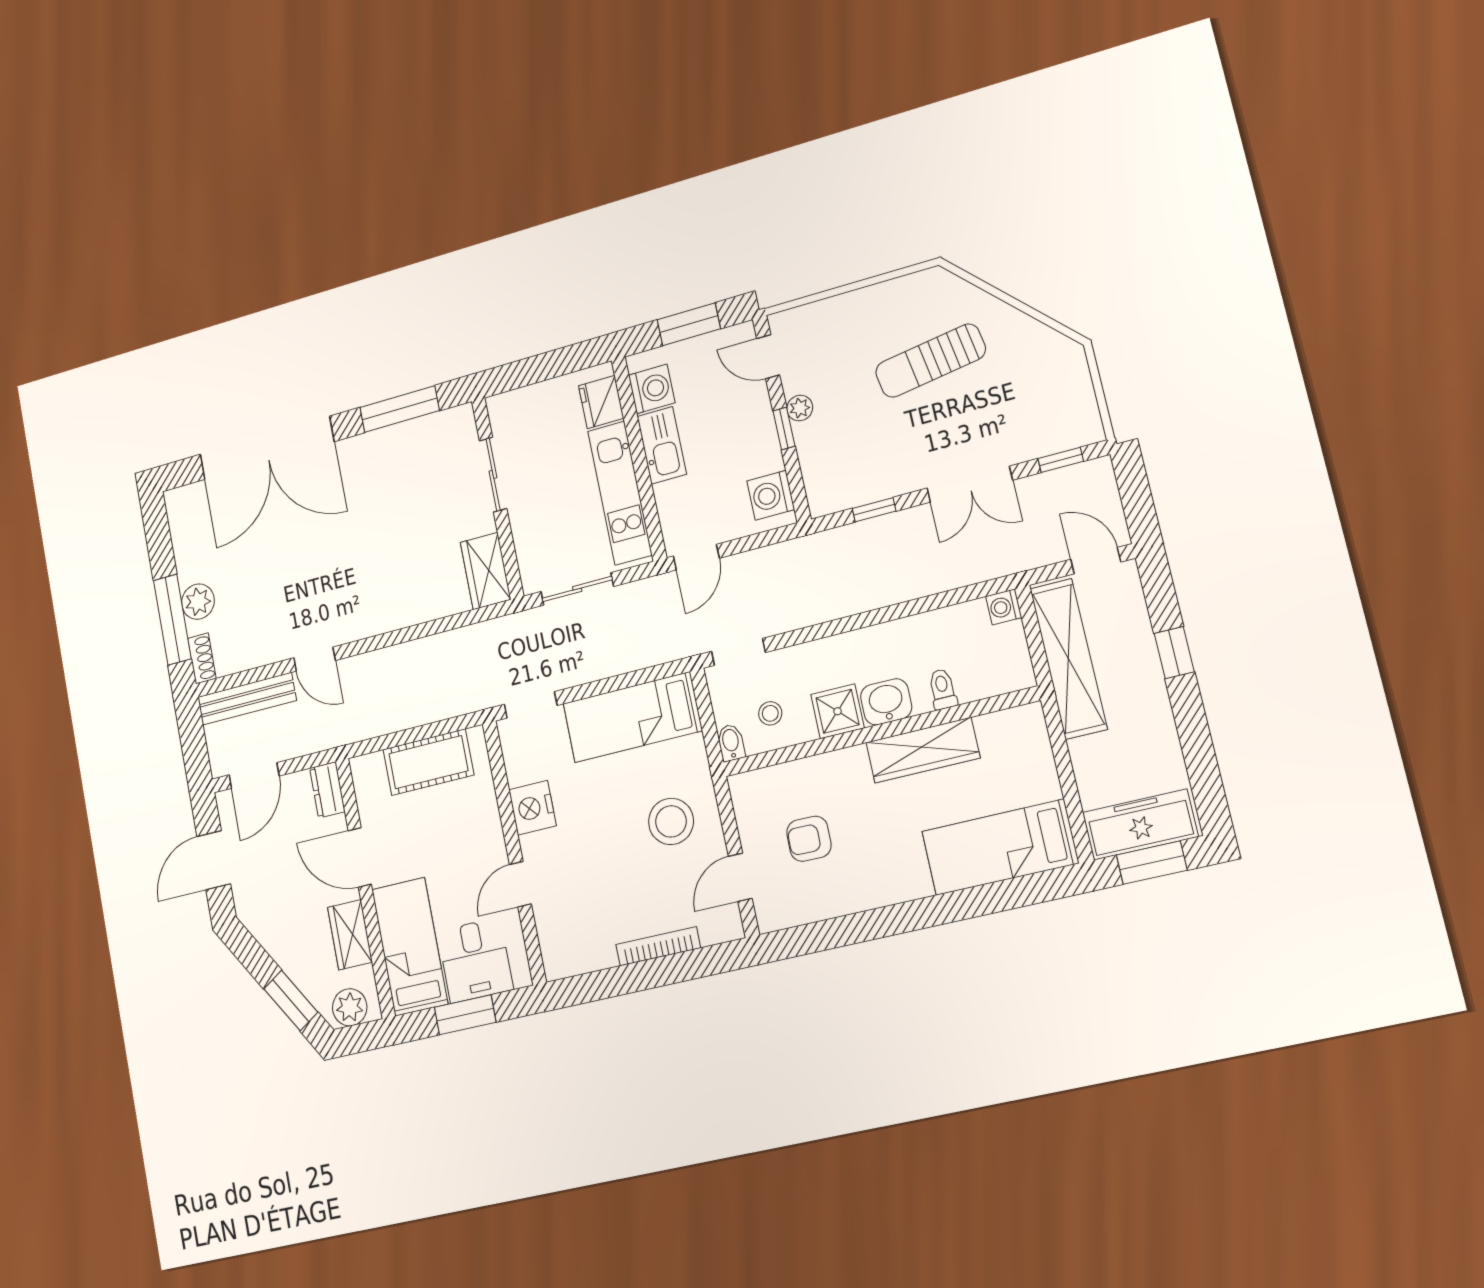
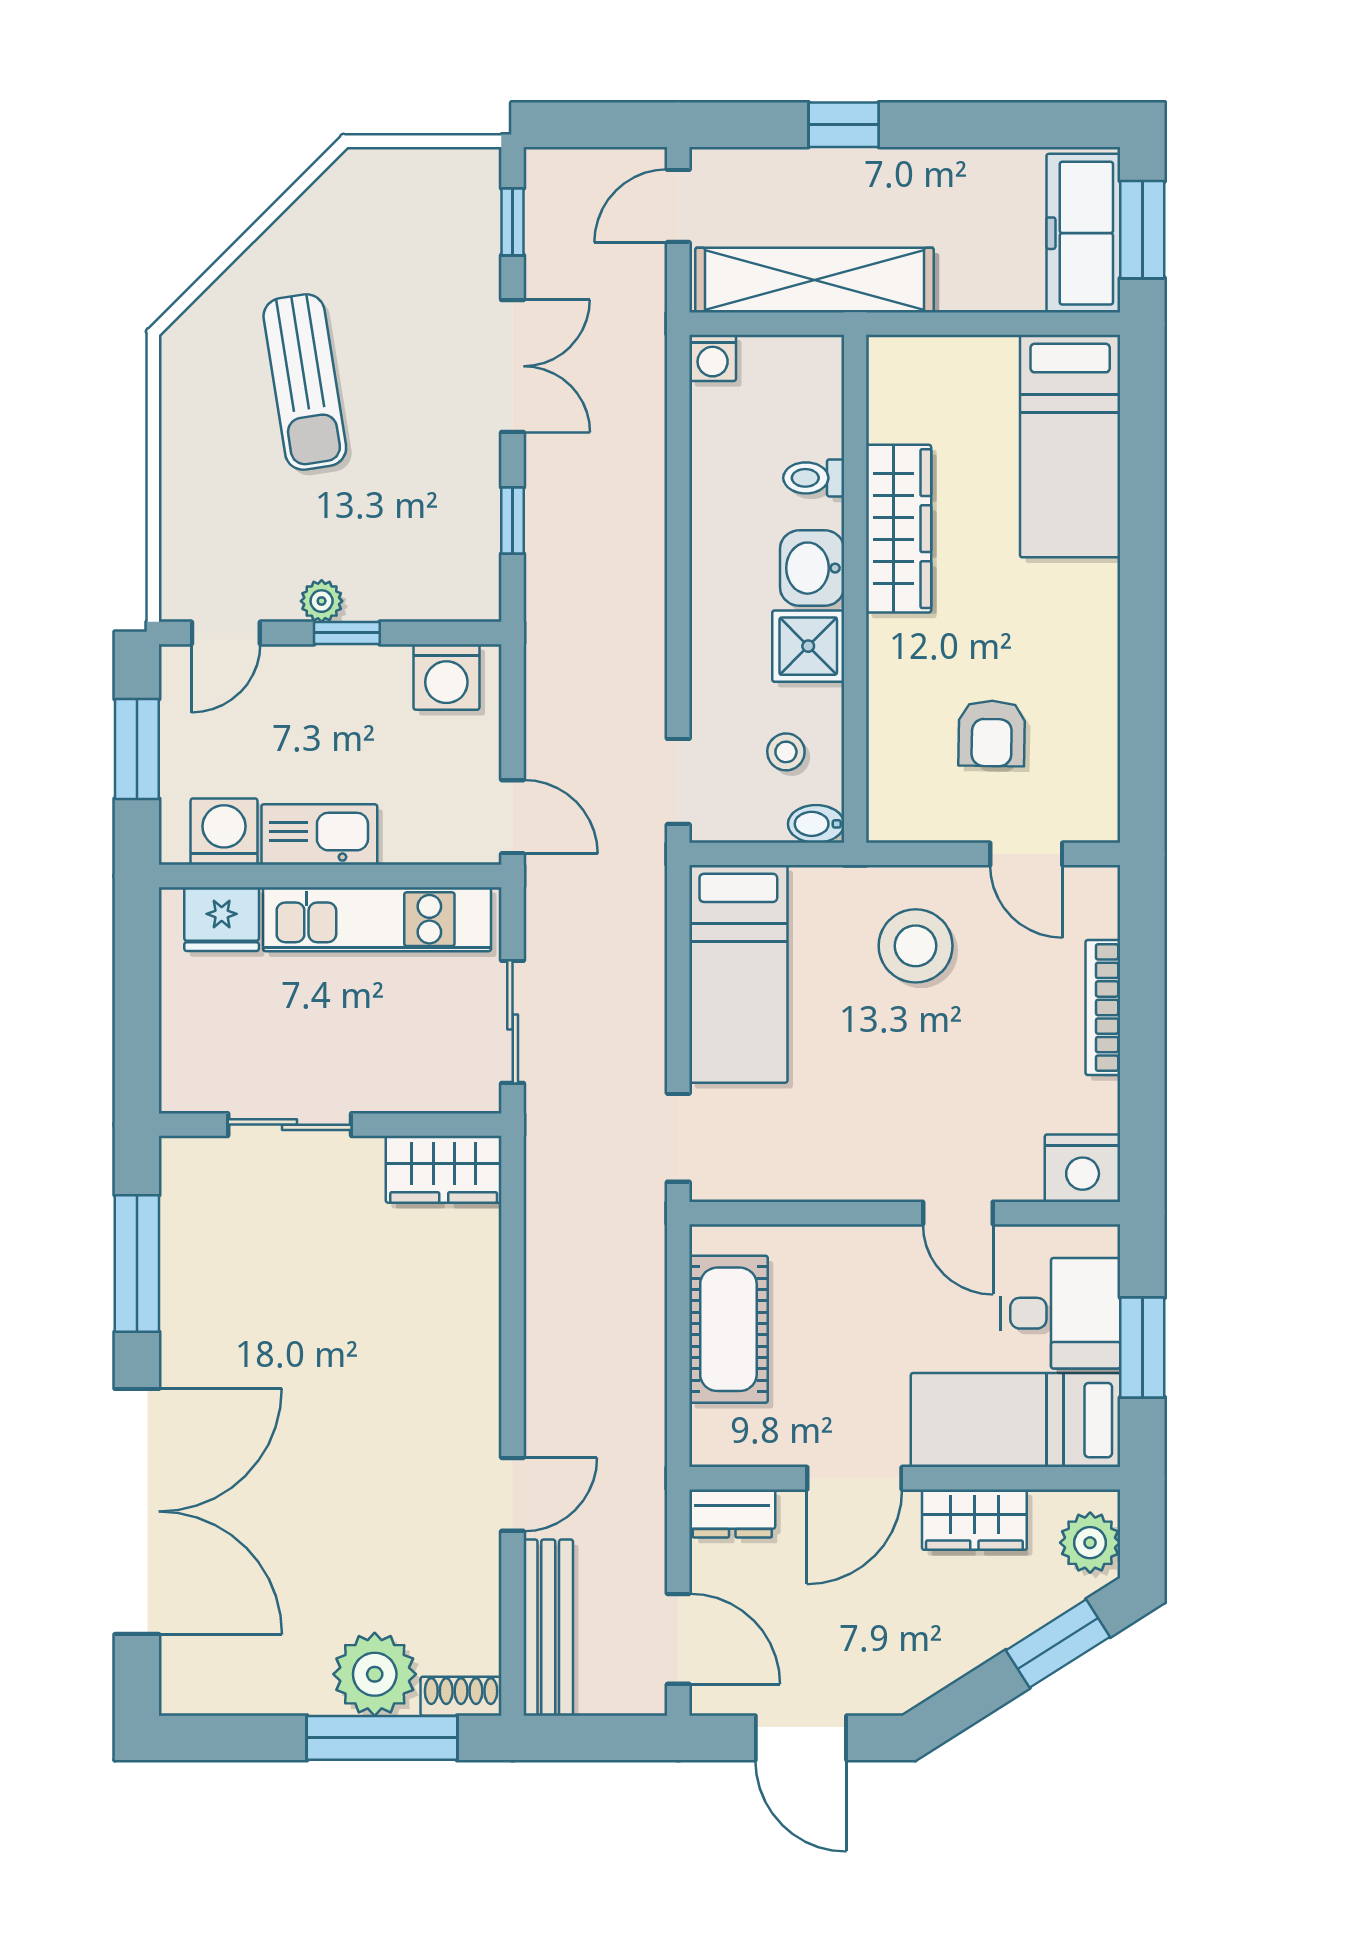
plant: (198, 602) -> (375, 1674), width x1.36, depth x1.36
nightstand: (533, 808) -> (1083, 1168), moved

